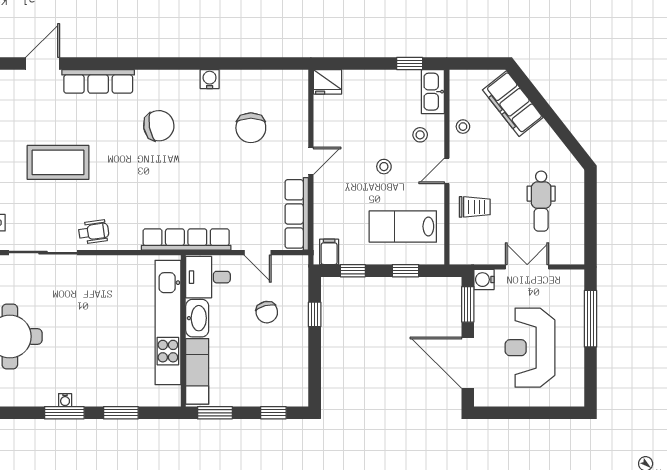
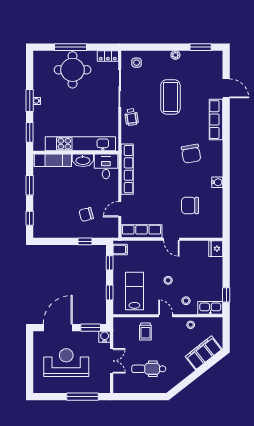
desk: (208, 277) -> (106, 166), moved
washbasin: (197, 318) -> (83, 160), moved
kitchen unit: (168, 322) -> (80, 144), moved
wall: (183, 331) -> (76, 152), moved
exam couch: (197, 371) -> (53, 160), moved

